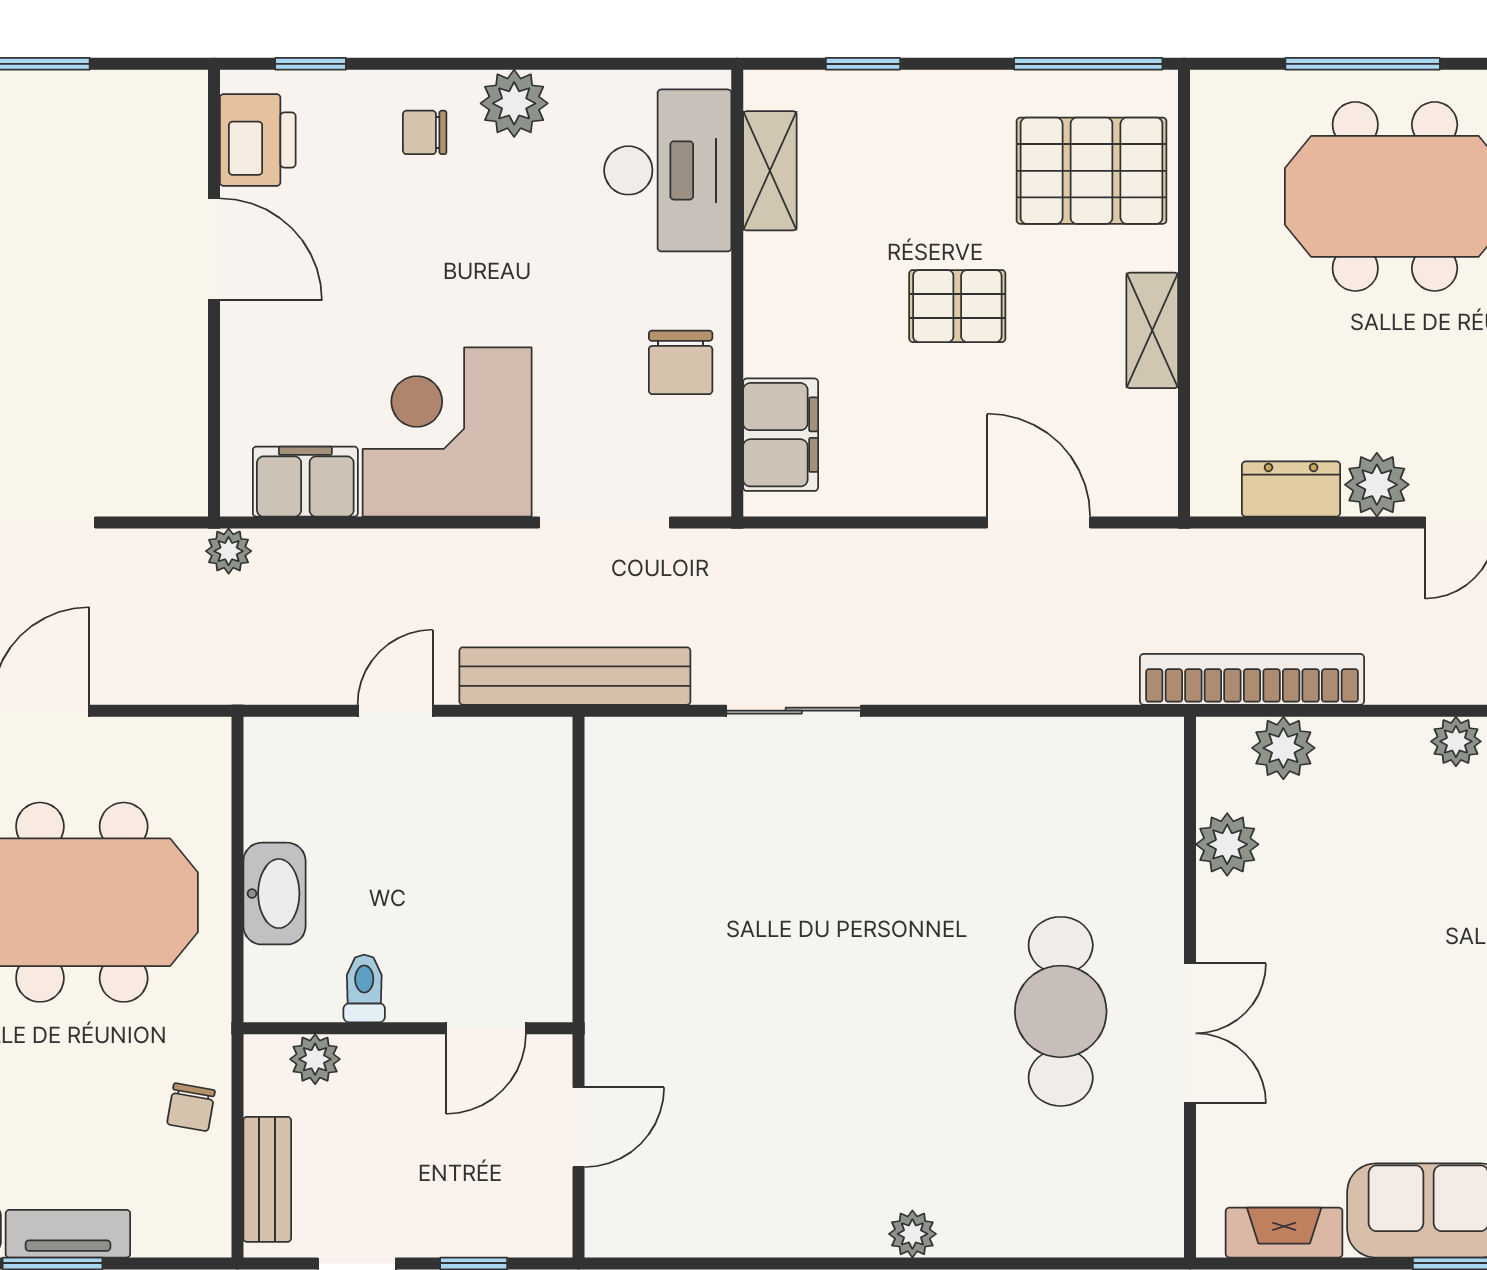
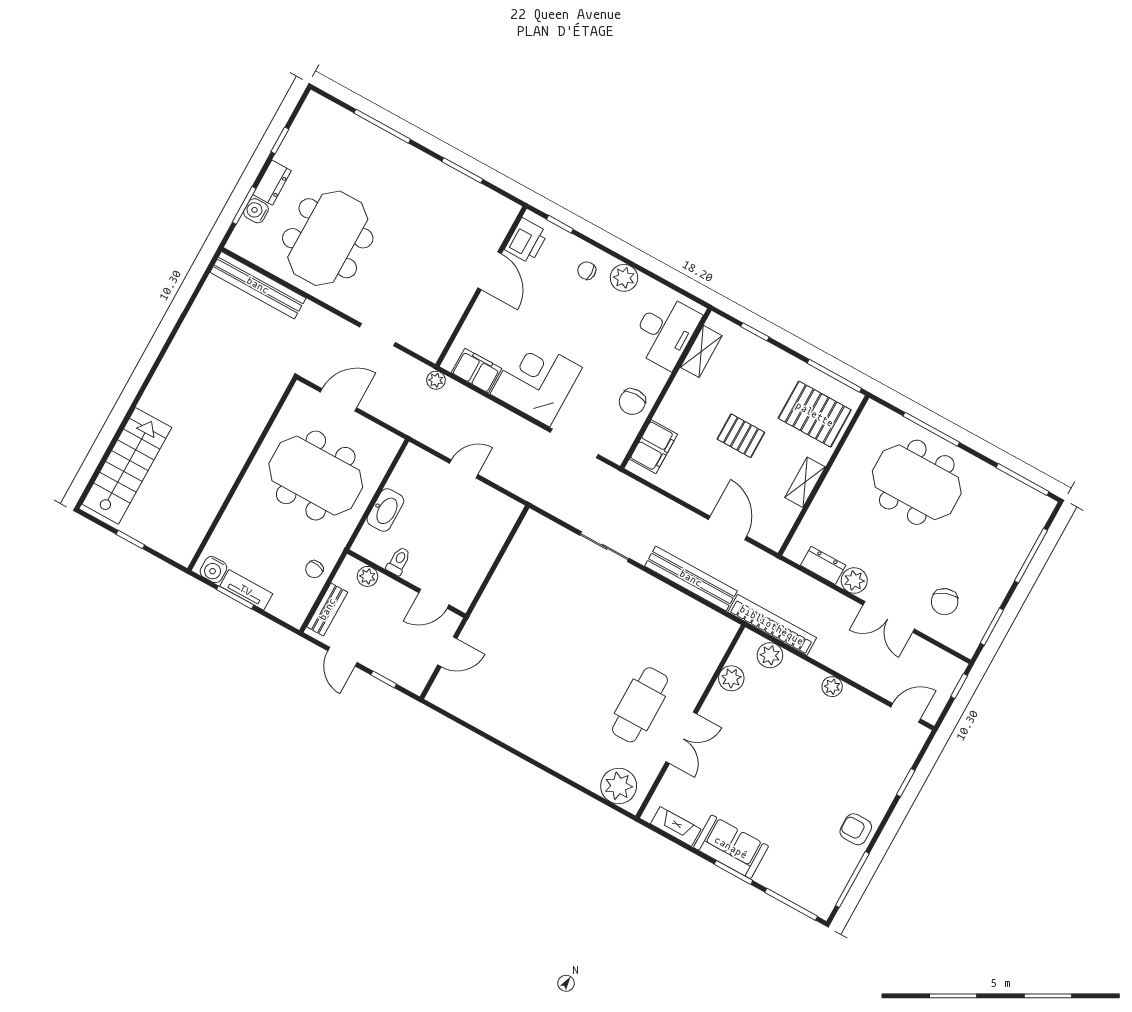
bench: (575, 676) -> (691, 578), moved
plant: (912, 1234) -> (619, 786), moved, width x1.88, depth x1.88

